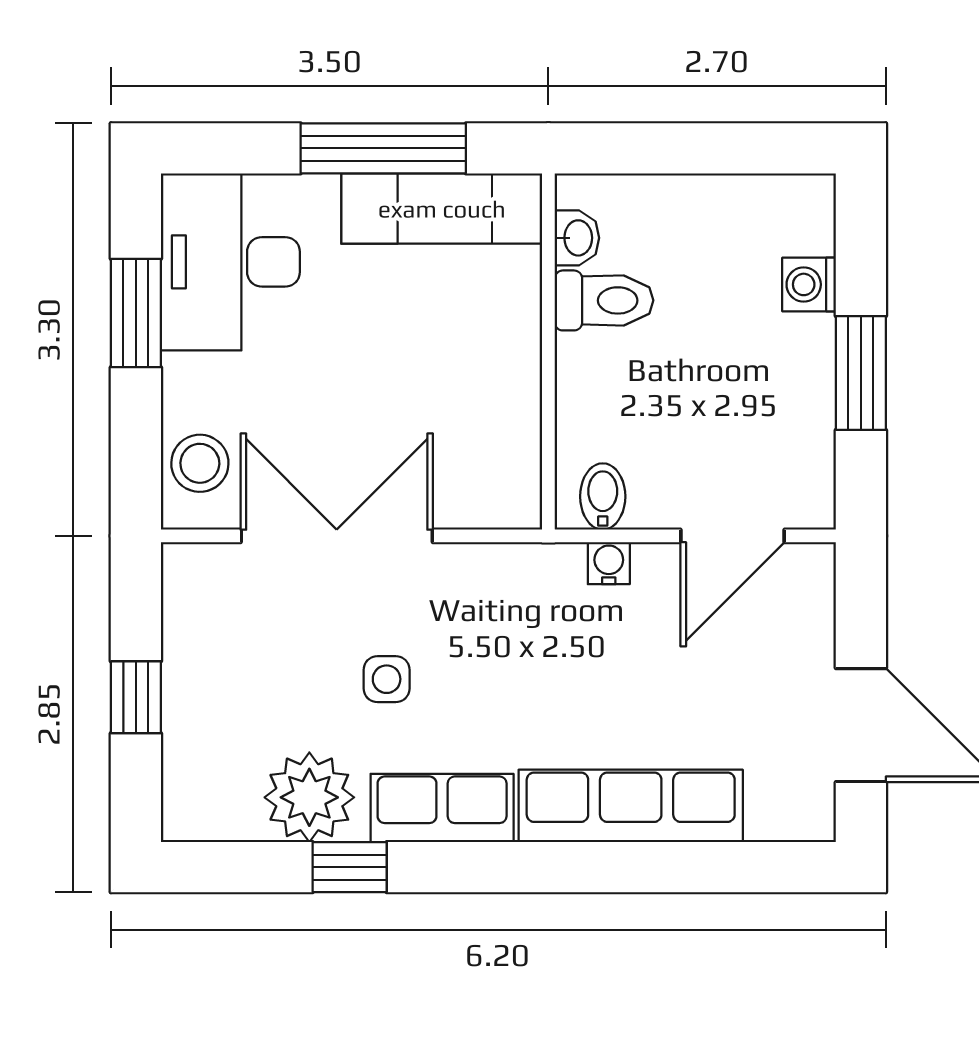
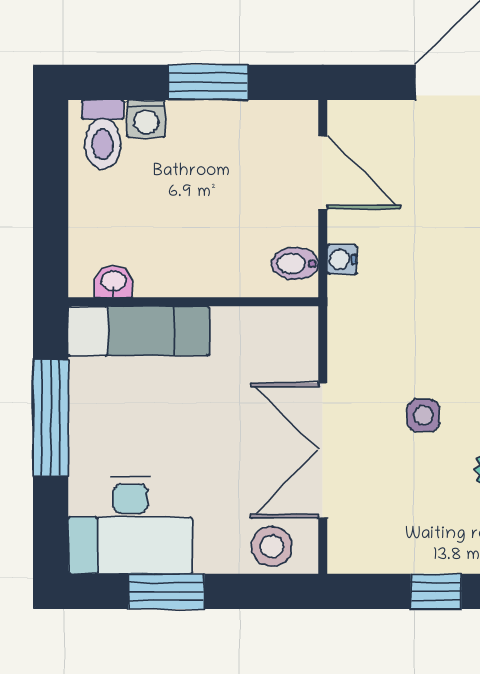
exam couch: (442, 209) -> (139, 331), moved, turned 90
toilet: (604, 300) -> (103, 135), moved, turned 180

